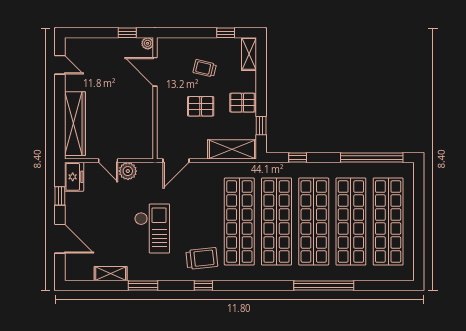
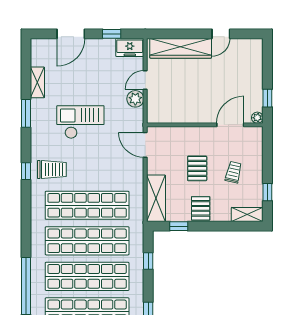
door: (60, 65) -> (221, 34), moved
checkout: (152, 228) -> (80, 122), turned 180
trolley: (202, 258) -> (52, 170), turned -84

